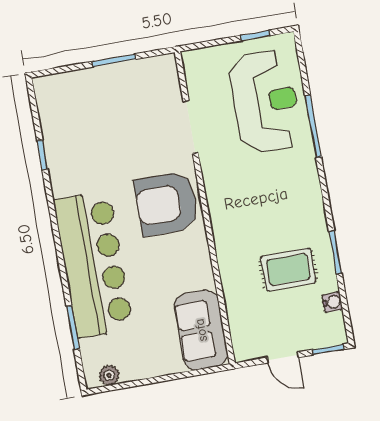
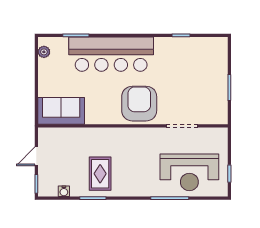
rug: (288, 269) -> (100, 174), moved

